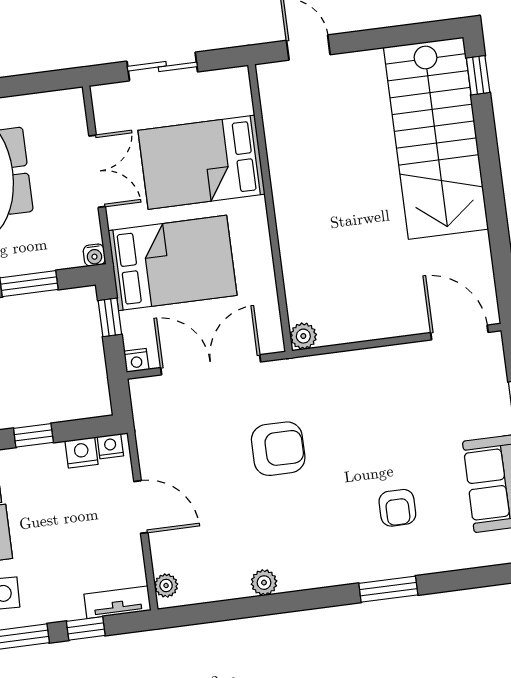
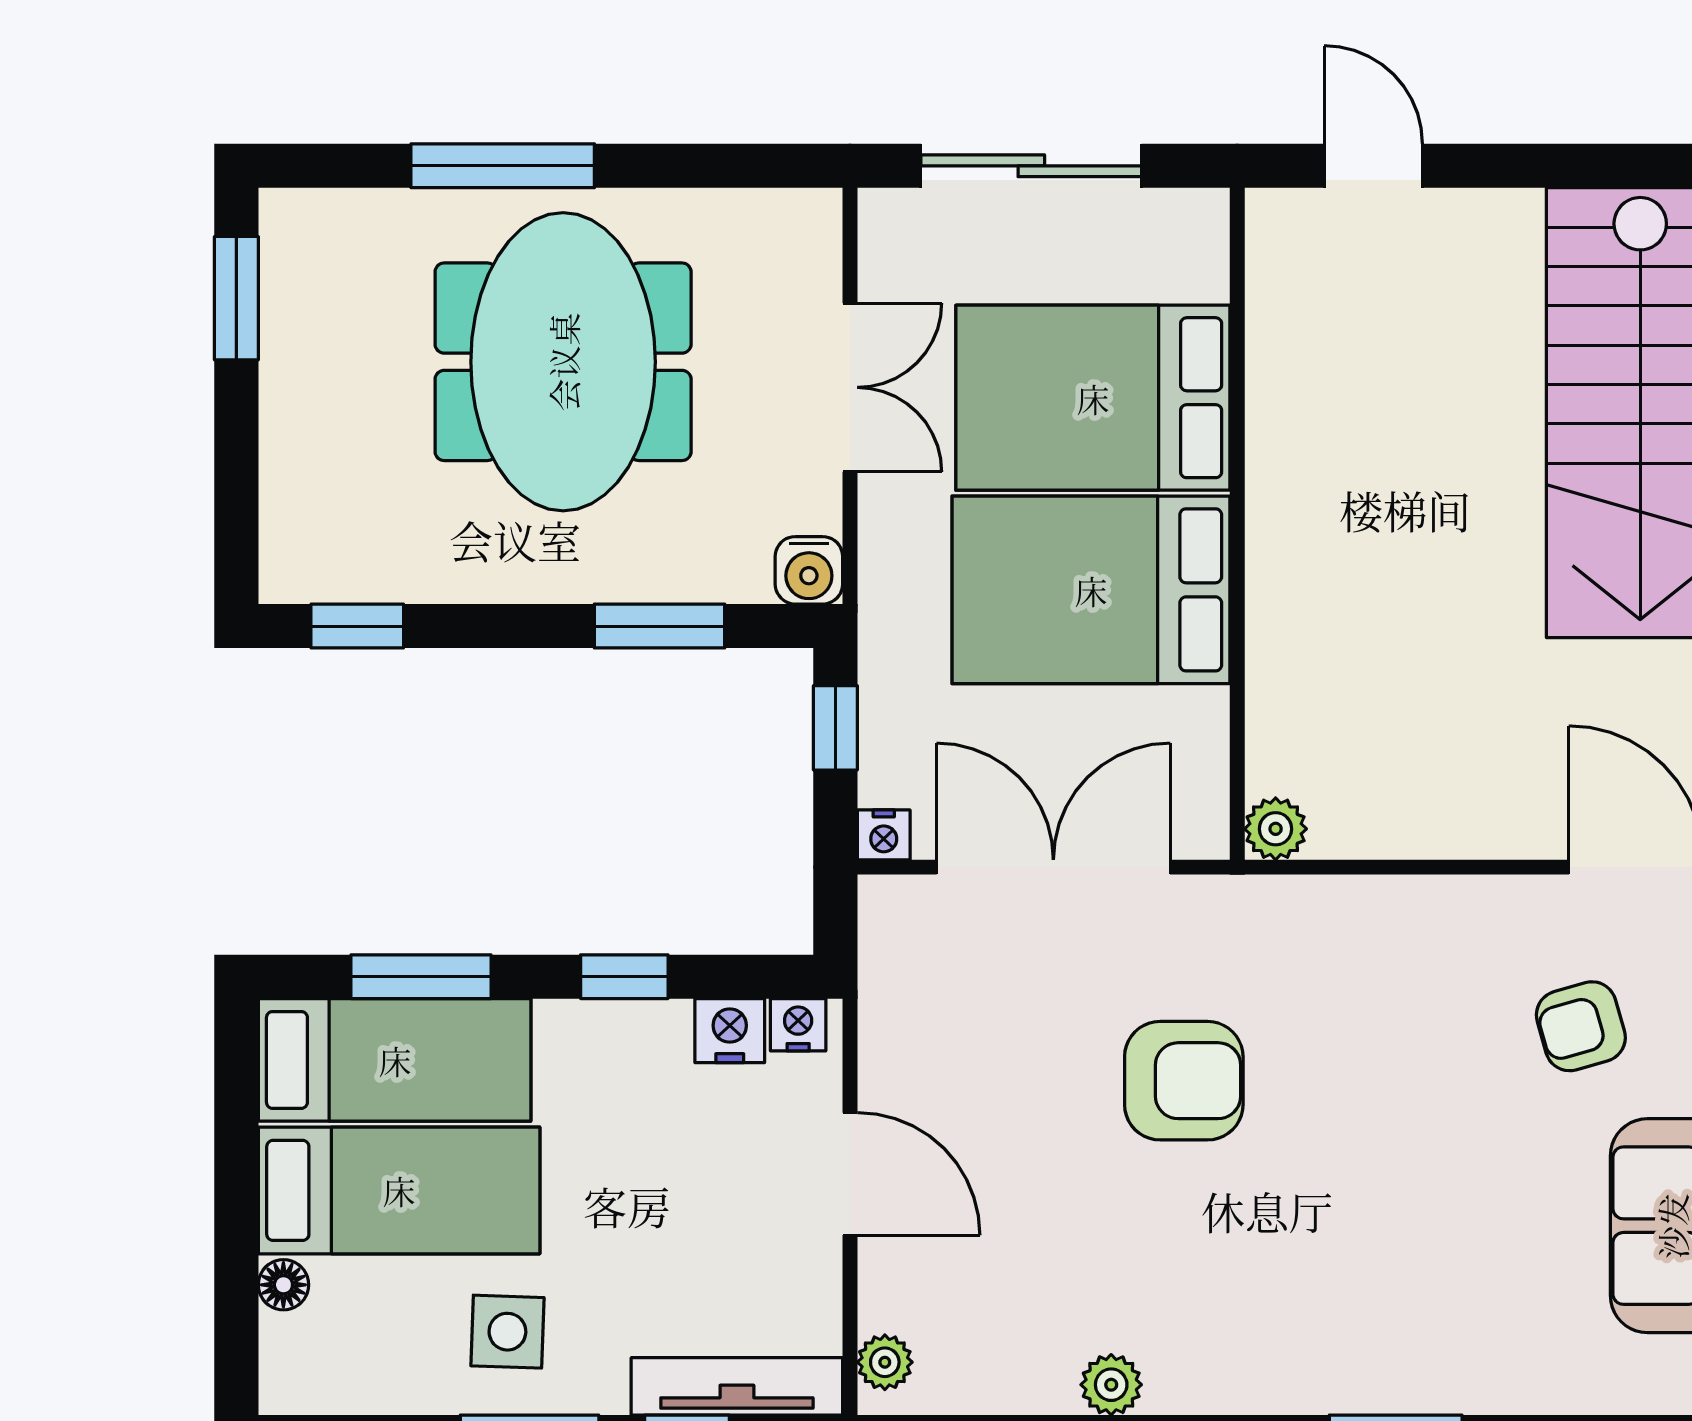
sliding door: (162, 67) -> (1031, 166), width x1.37
water cooler: (94, 255) -> (809, 570), width x1.38, depth x1.38
bed: (173, 263) -> (1091, 590), moved, turned 180
armchair: (397, 508) -> (1581, 1026), moved, turned 74
tv unit: (117, 602) -> (737, 1386), width x1.41

